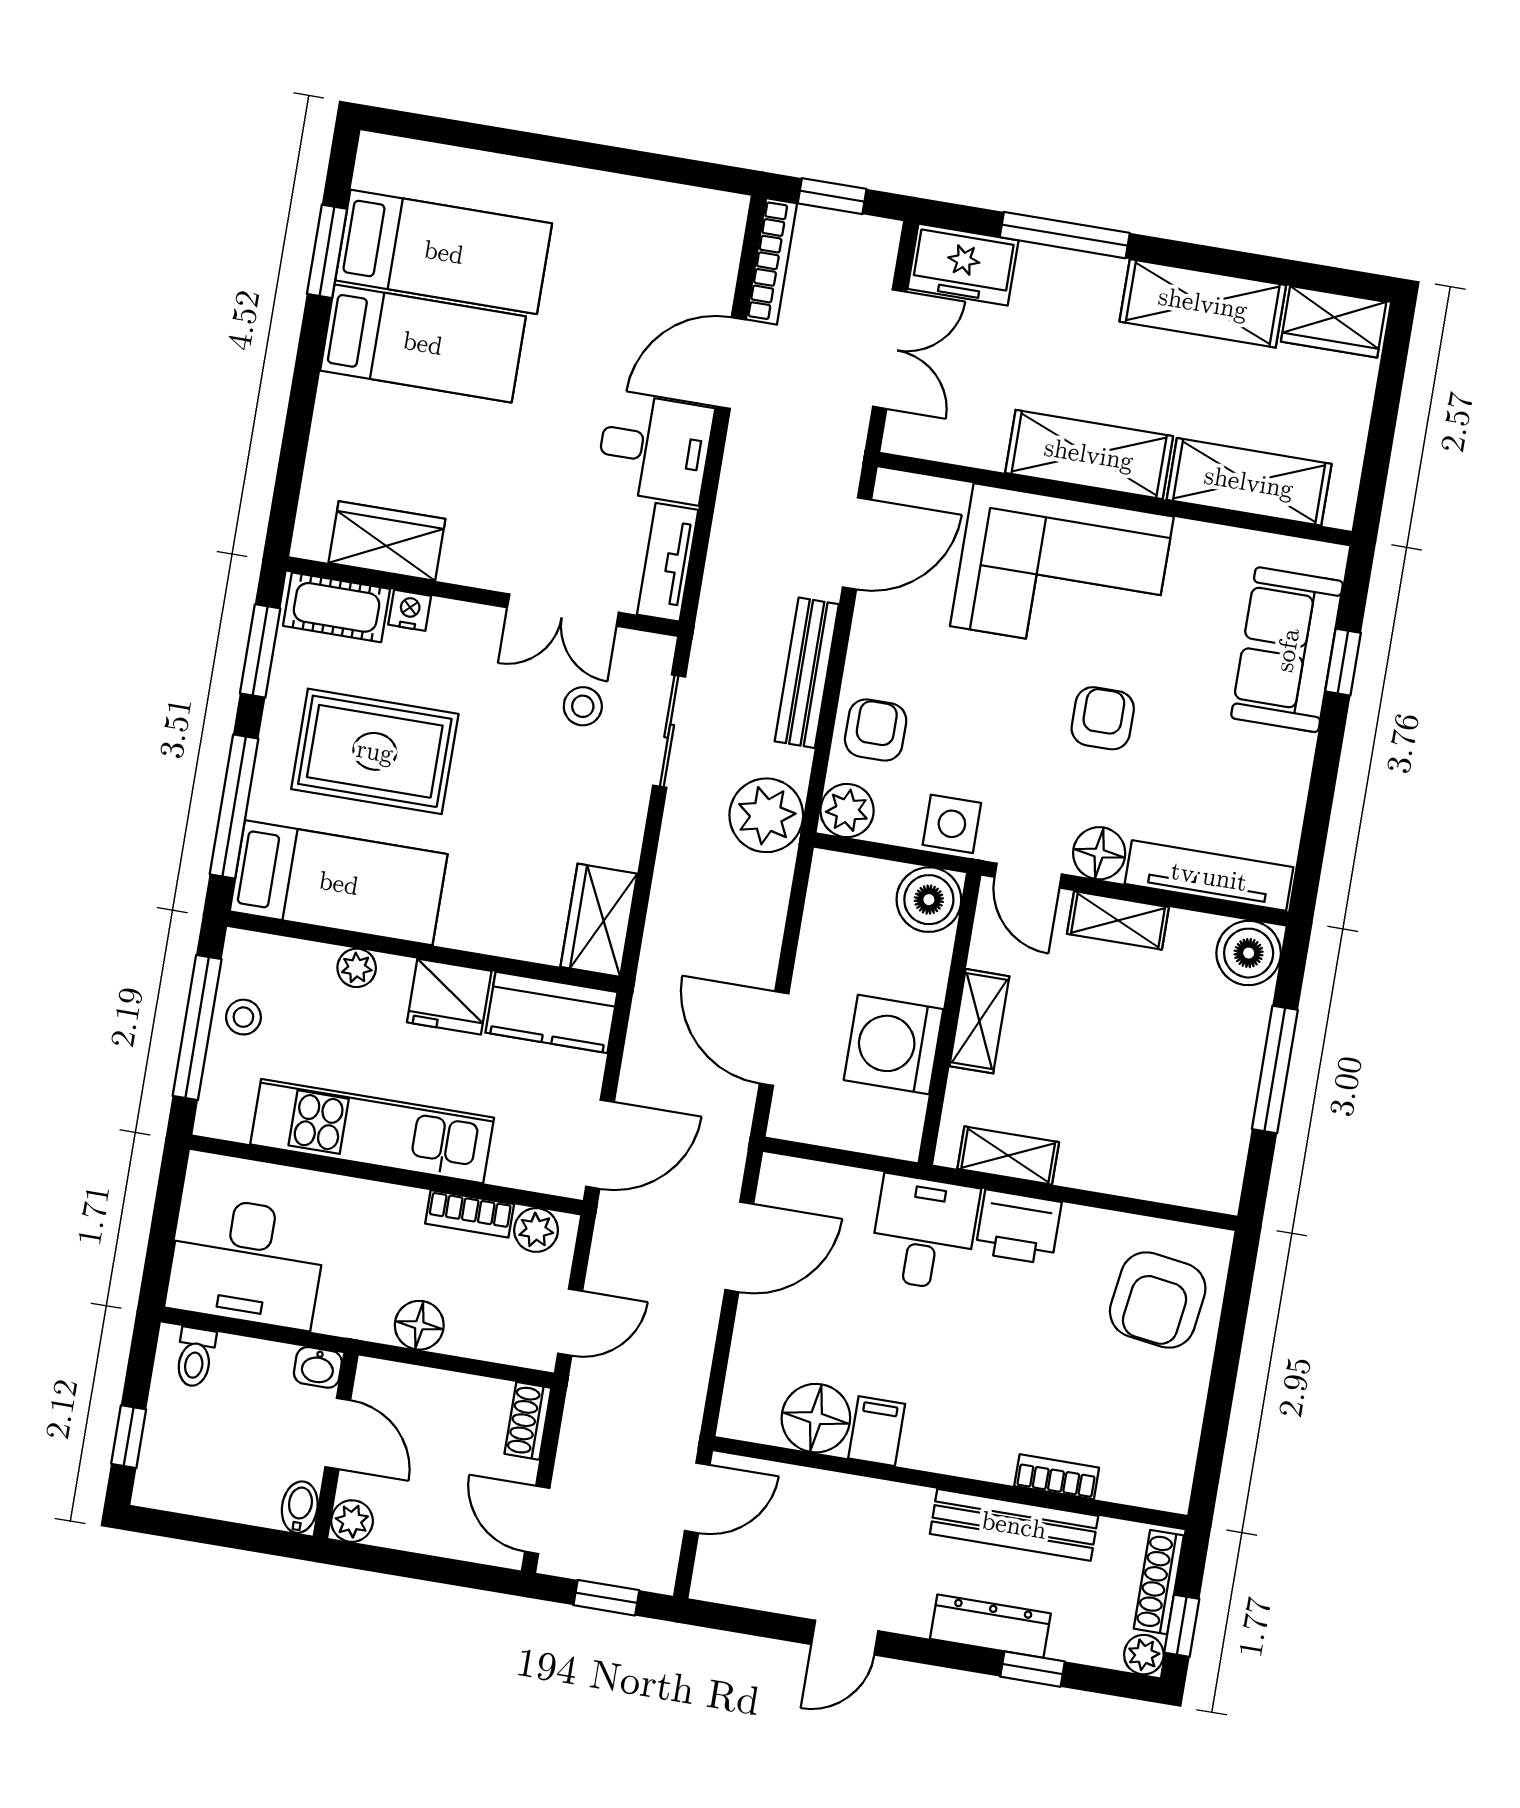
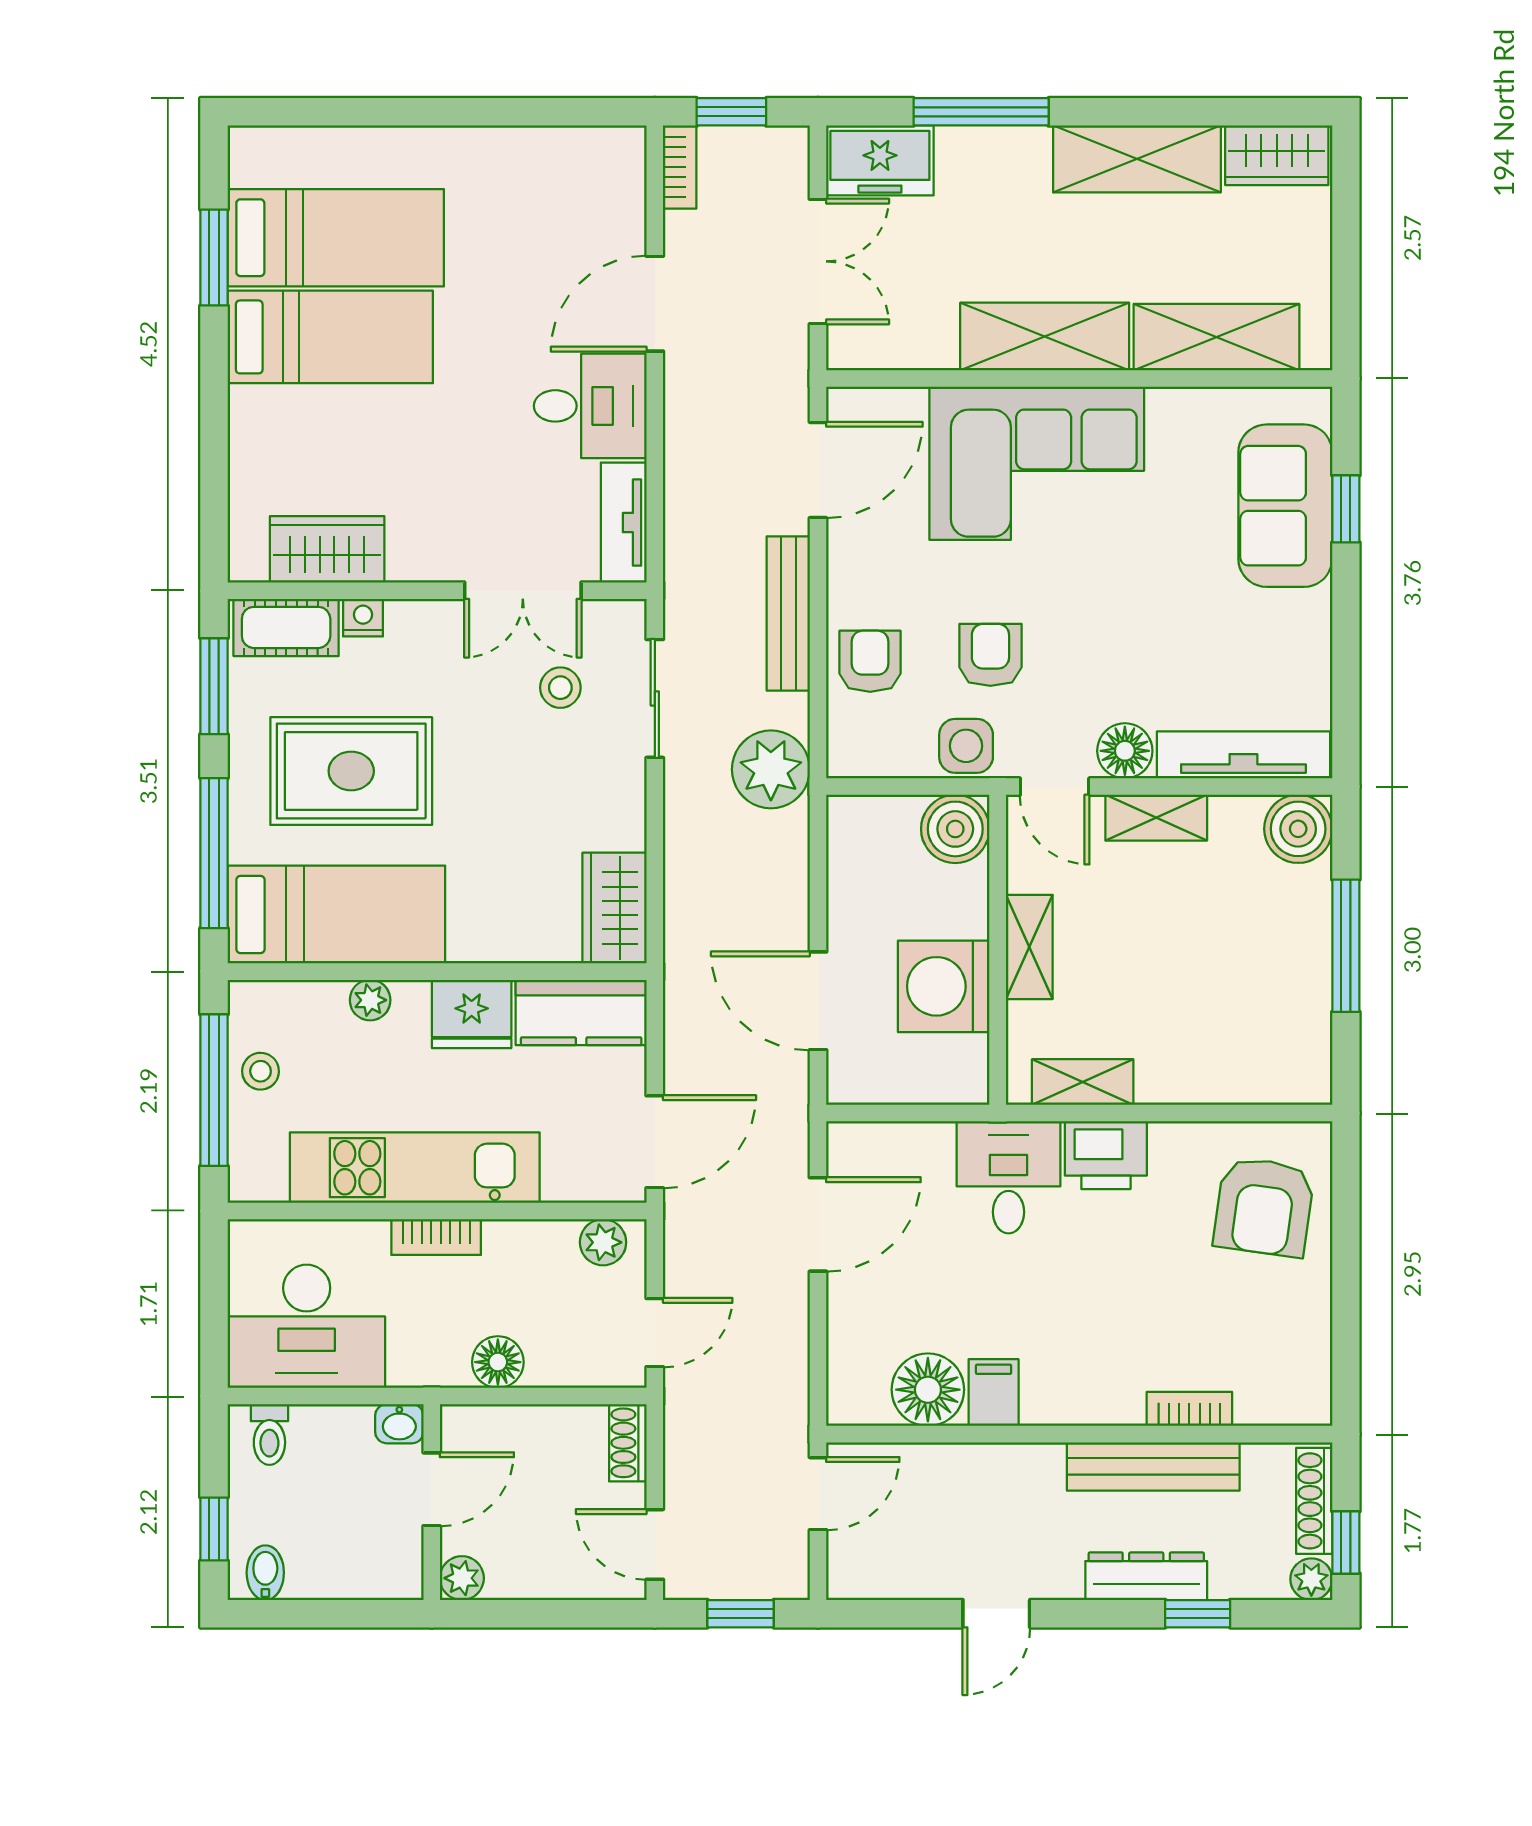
bookcase: (772, 261) -> (680, 167), width x0.64
armchair: (1103, 718) -> (990, 655), moved
plant: (847, 811) -> (854, 750), removed
bookcase: (470, 1214) -> (436, 1237), moved
door: (338, 1434) -> (432, 1489), hinge flipped
bidet: (300, 1507) -> (265, 1573), moved

